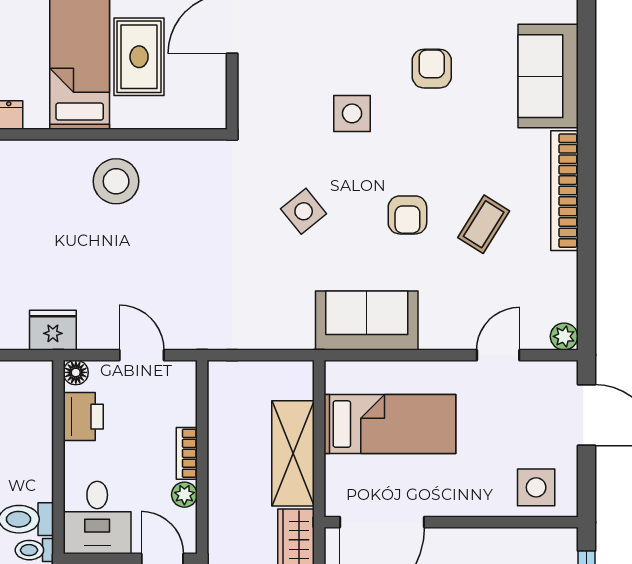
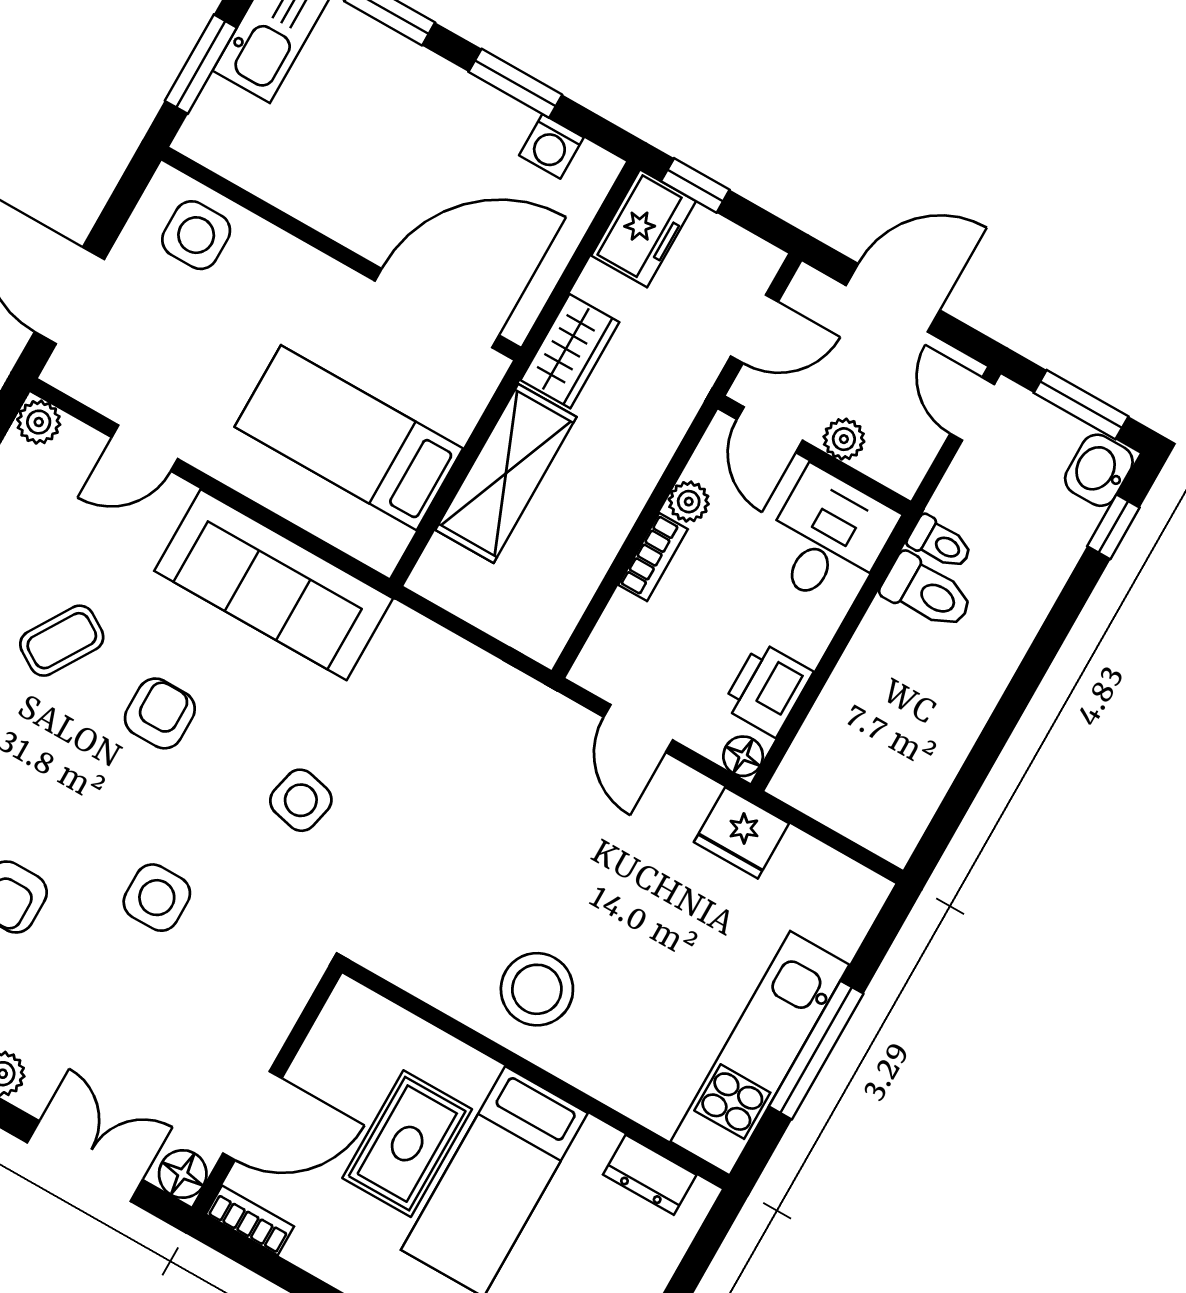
side table: (304, 211) -> (301, 800), turned -38
sofa: (367, 321) -> (274, 585), width x1.36

